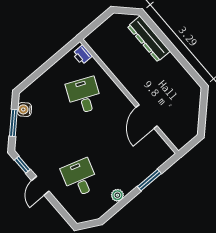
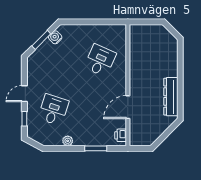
dresser: (149, 39) -> (171, 97), moved
printer: (82, 55) -> (121, 135), moved
window: (22, 165) -> (24, 119), moved

